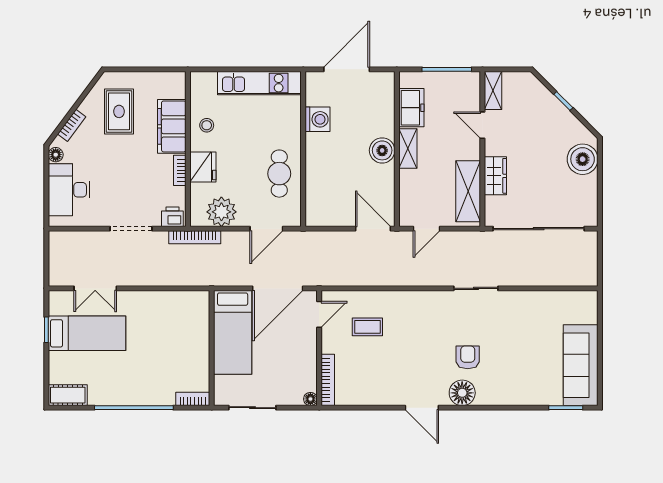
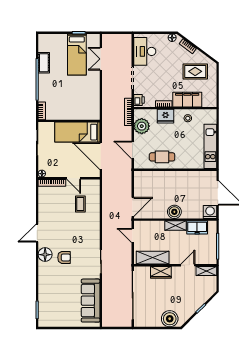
washing machine: (318, 119) -> (210, 212), moved, turned 180
desk: (69, 190) -> (145, 51), moved, turned -90
door: (319, 314) -> (74, 178), moved
sofa: (581, 365) -> (91, 301), moved, turned -90
cot: (68, 395) -> (44, 63), moved

